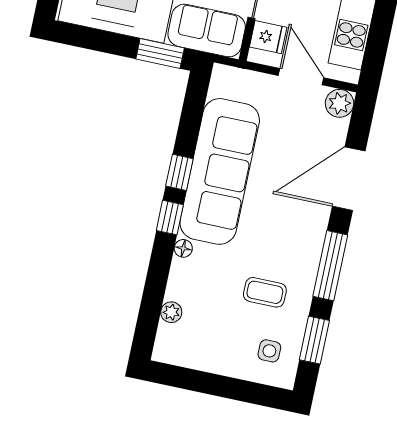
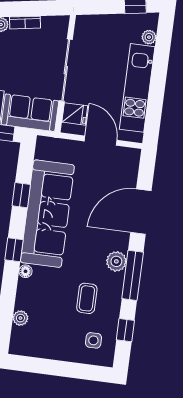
plant: (340, 103) -> (116, 261), moved
window: (179, 172) -> (21, 195), moved
coffee table: (265, 292) -> (87, 298), turned 90
window: (314, 340) -> (125, 330), width x0.67

